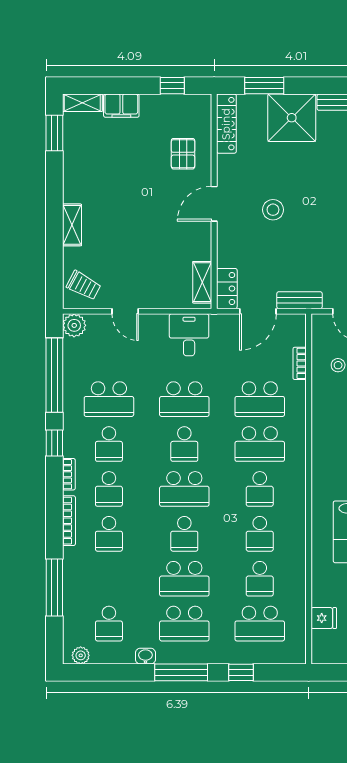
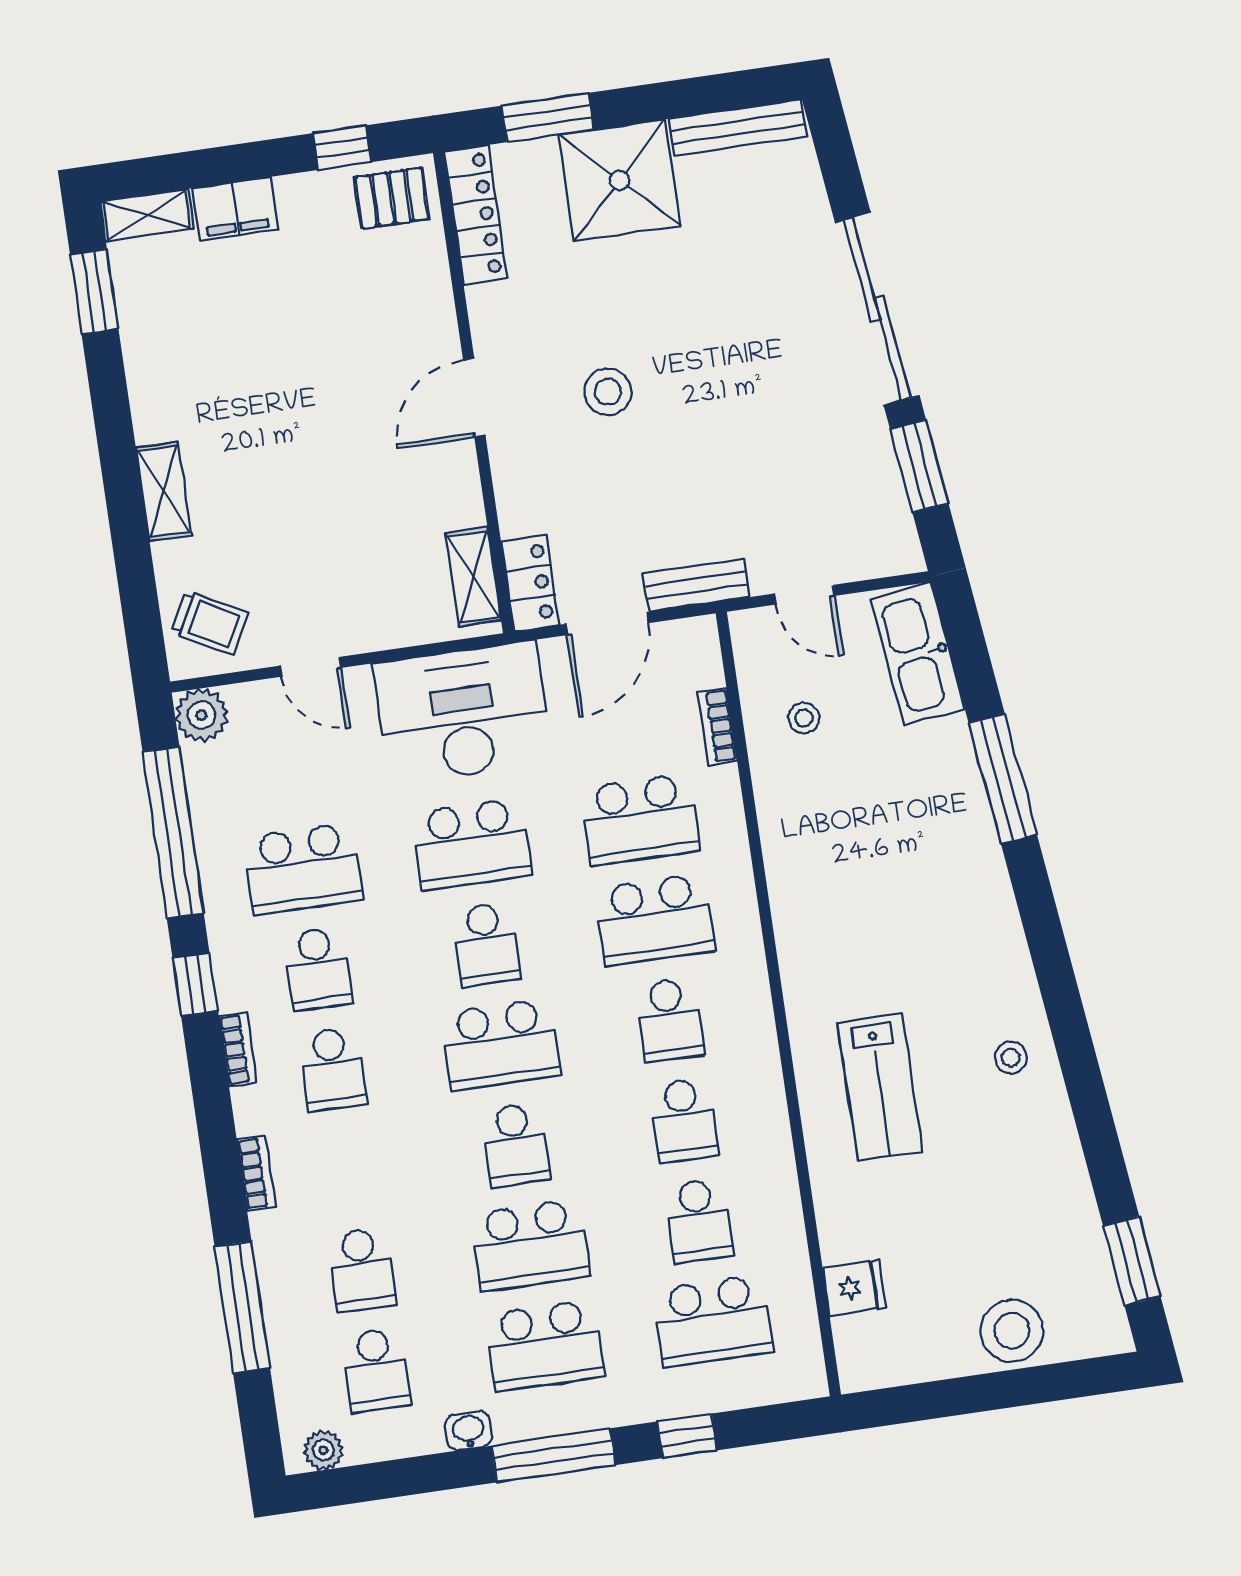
pallet: (183, 154) -> (392, 198), moved, turned 90
desk: (189, 335) -> (463, 713), width x1.87, depth x1.30
bookcase: (69, 521) -> (256, 1173), width x0.64
school desk: (109, 534) -> (362, 1270), moved

